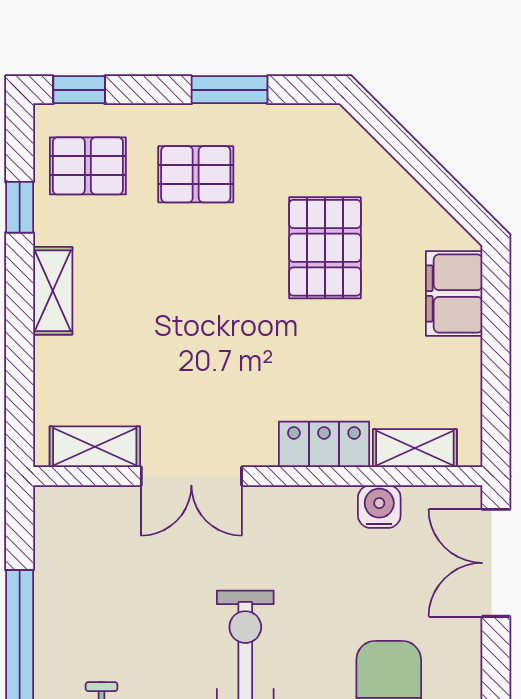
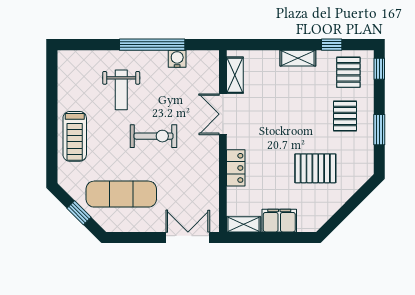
filing cabinet: (454, 294) -> (279, 221), moved
shelving: (415, 448) -> (244, 224), moved, turned 90
water cooler: (379, 507) -> (177, 59), moved, turned -90

